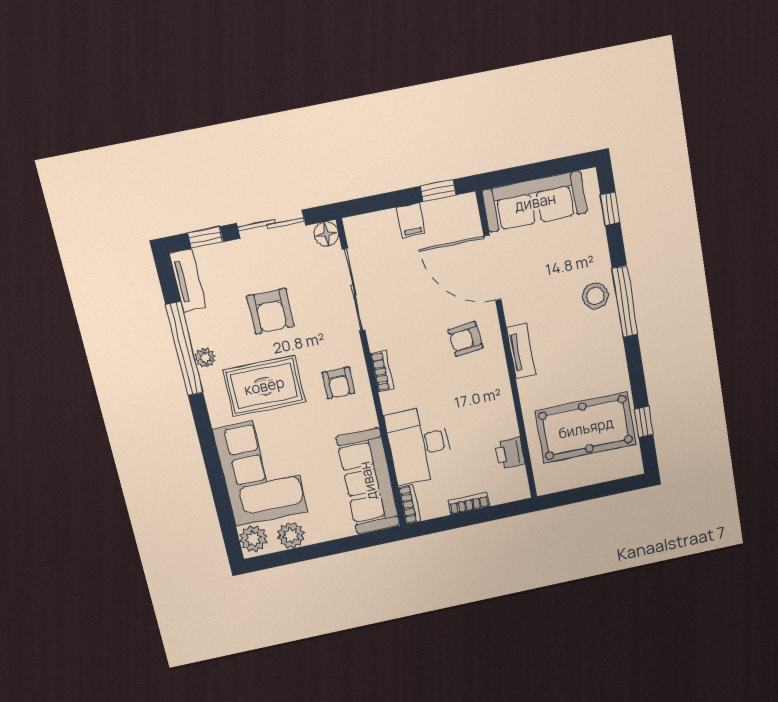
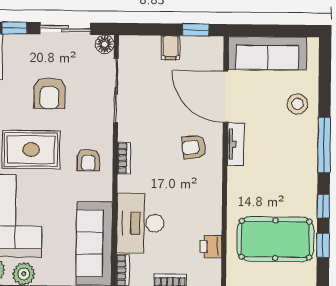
window: (610, 209) -> (323, 206), moved
stool: (595, 296) -> (297, 104), moved
tv unit: (521, 351) -> (236, 144), moved

